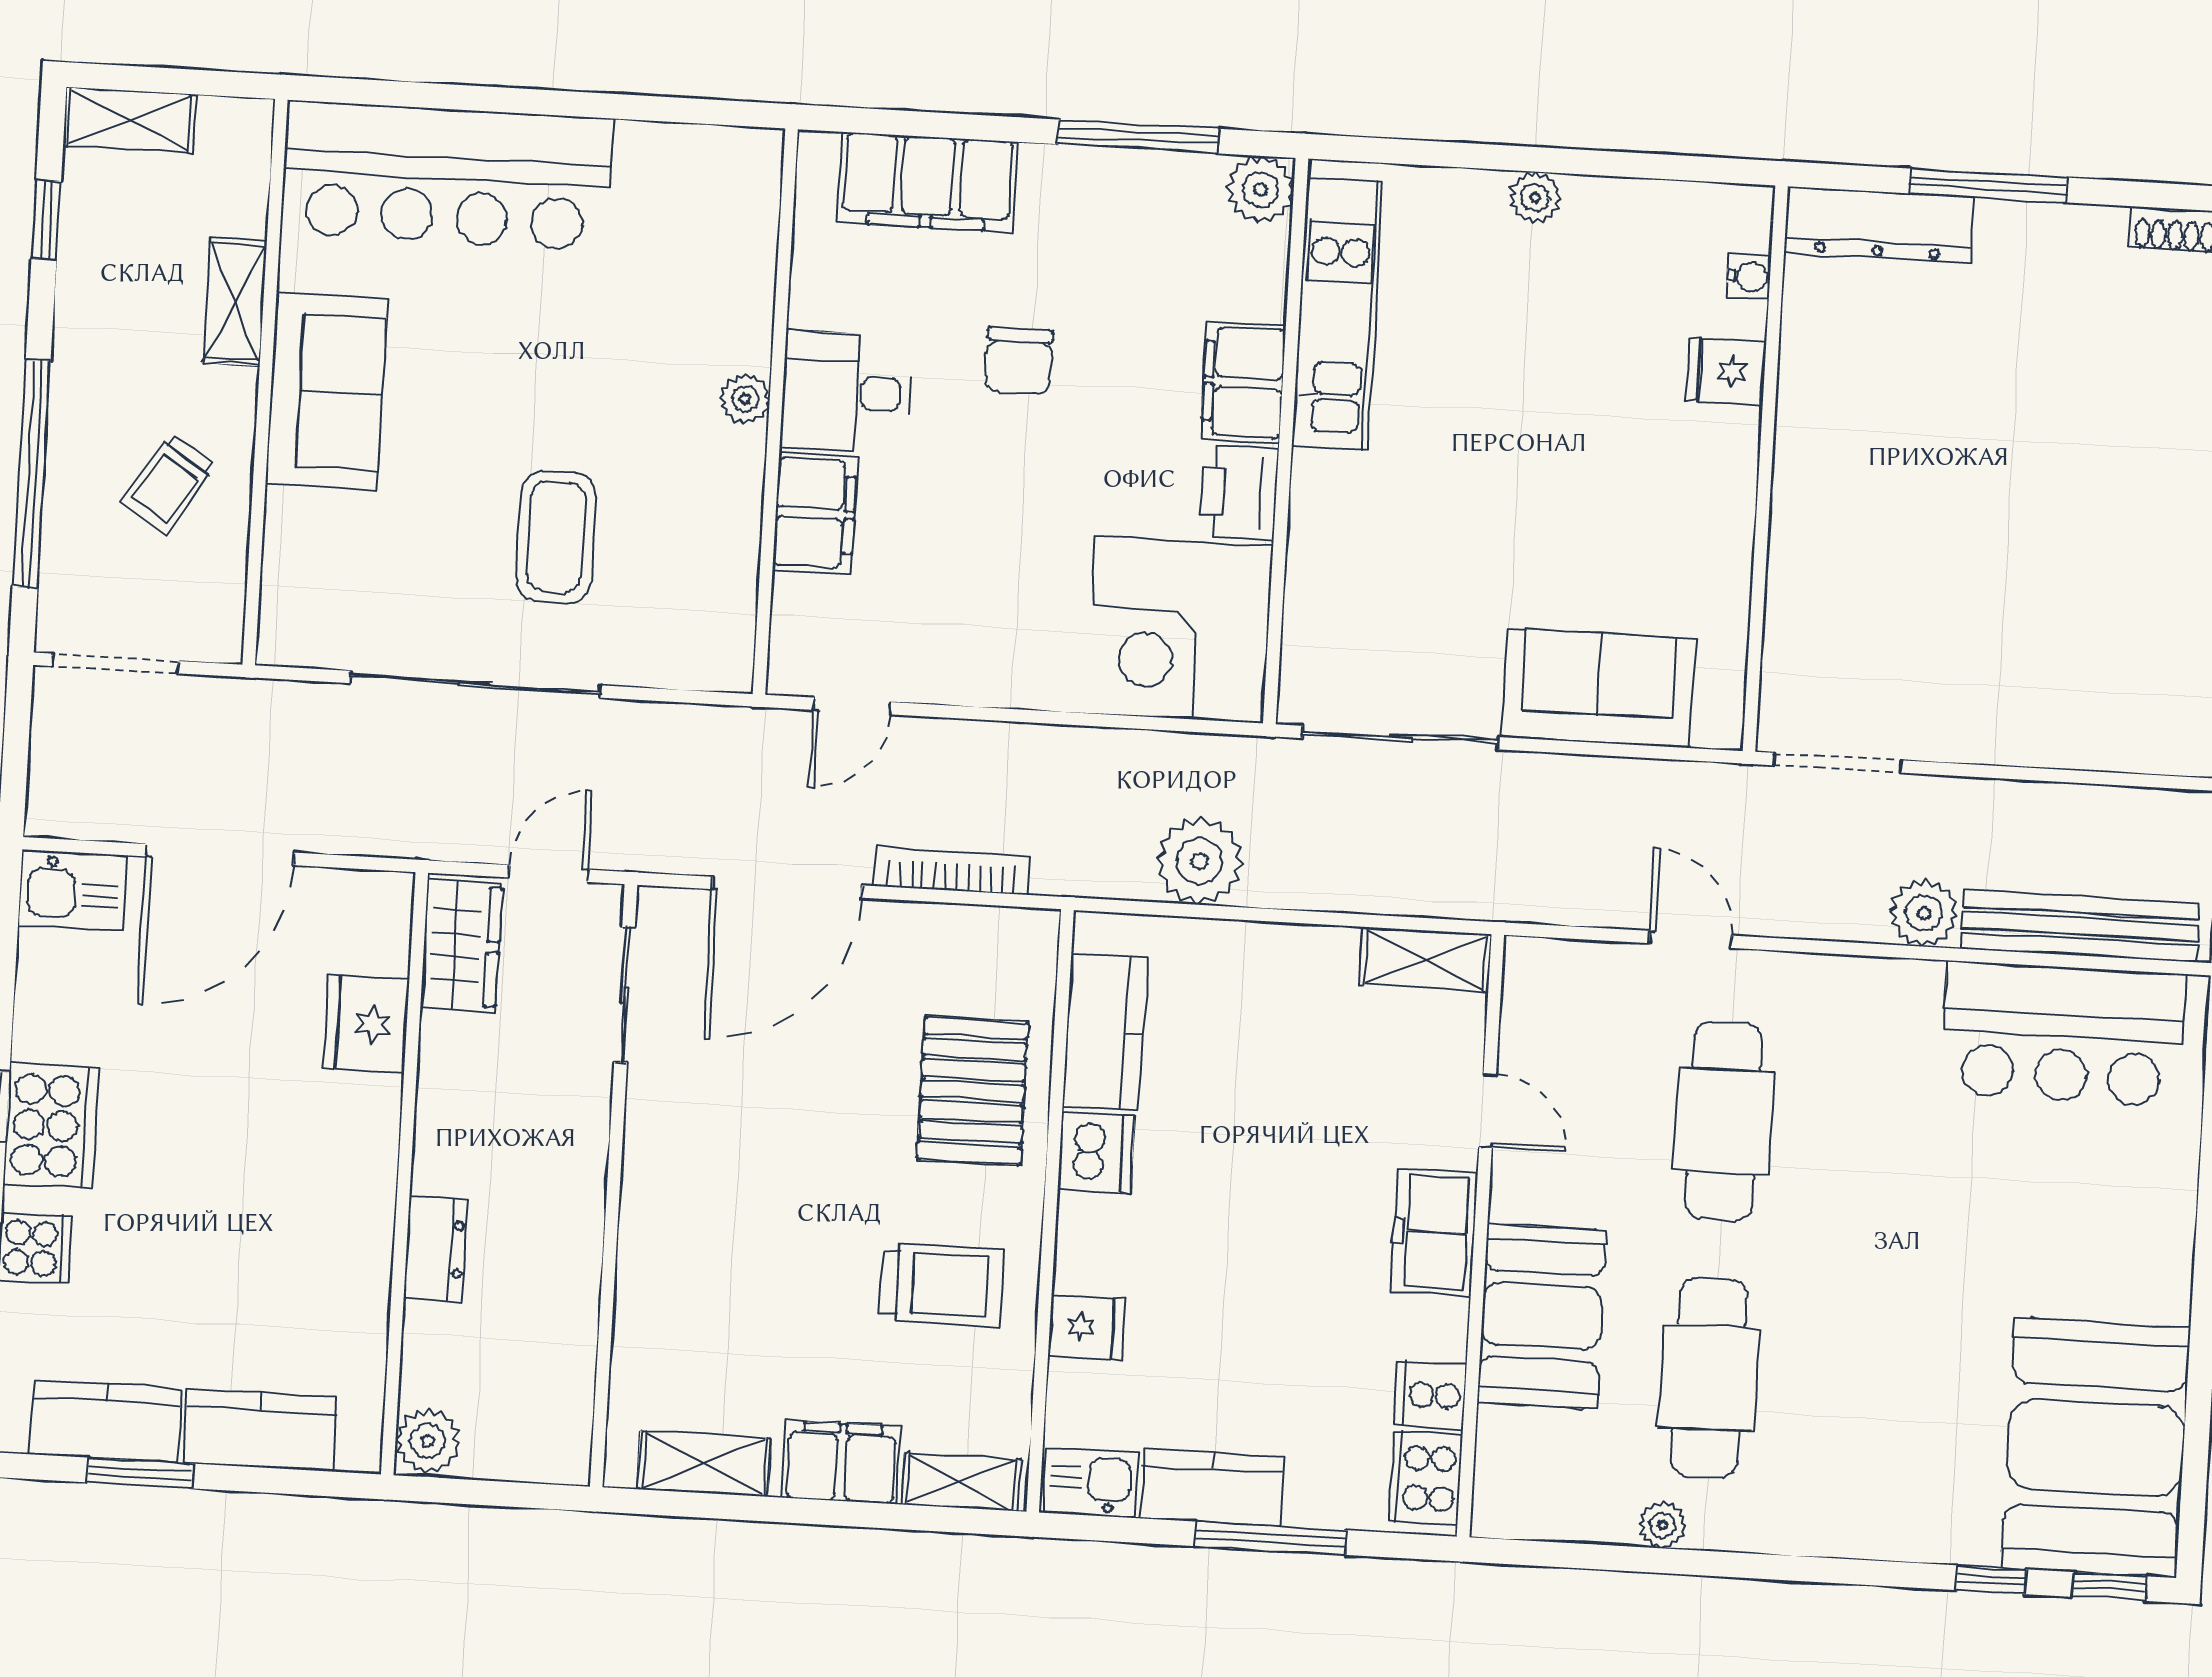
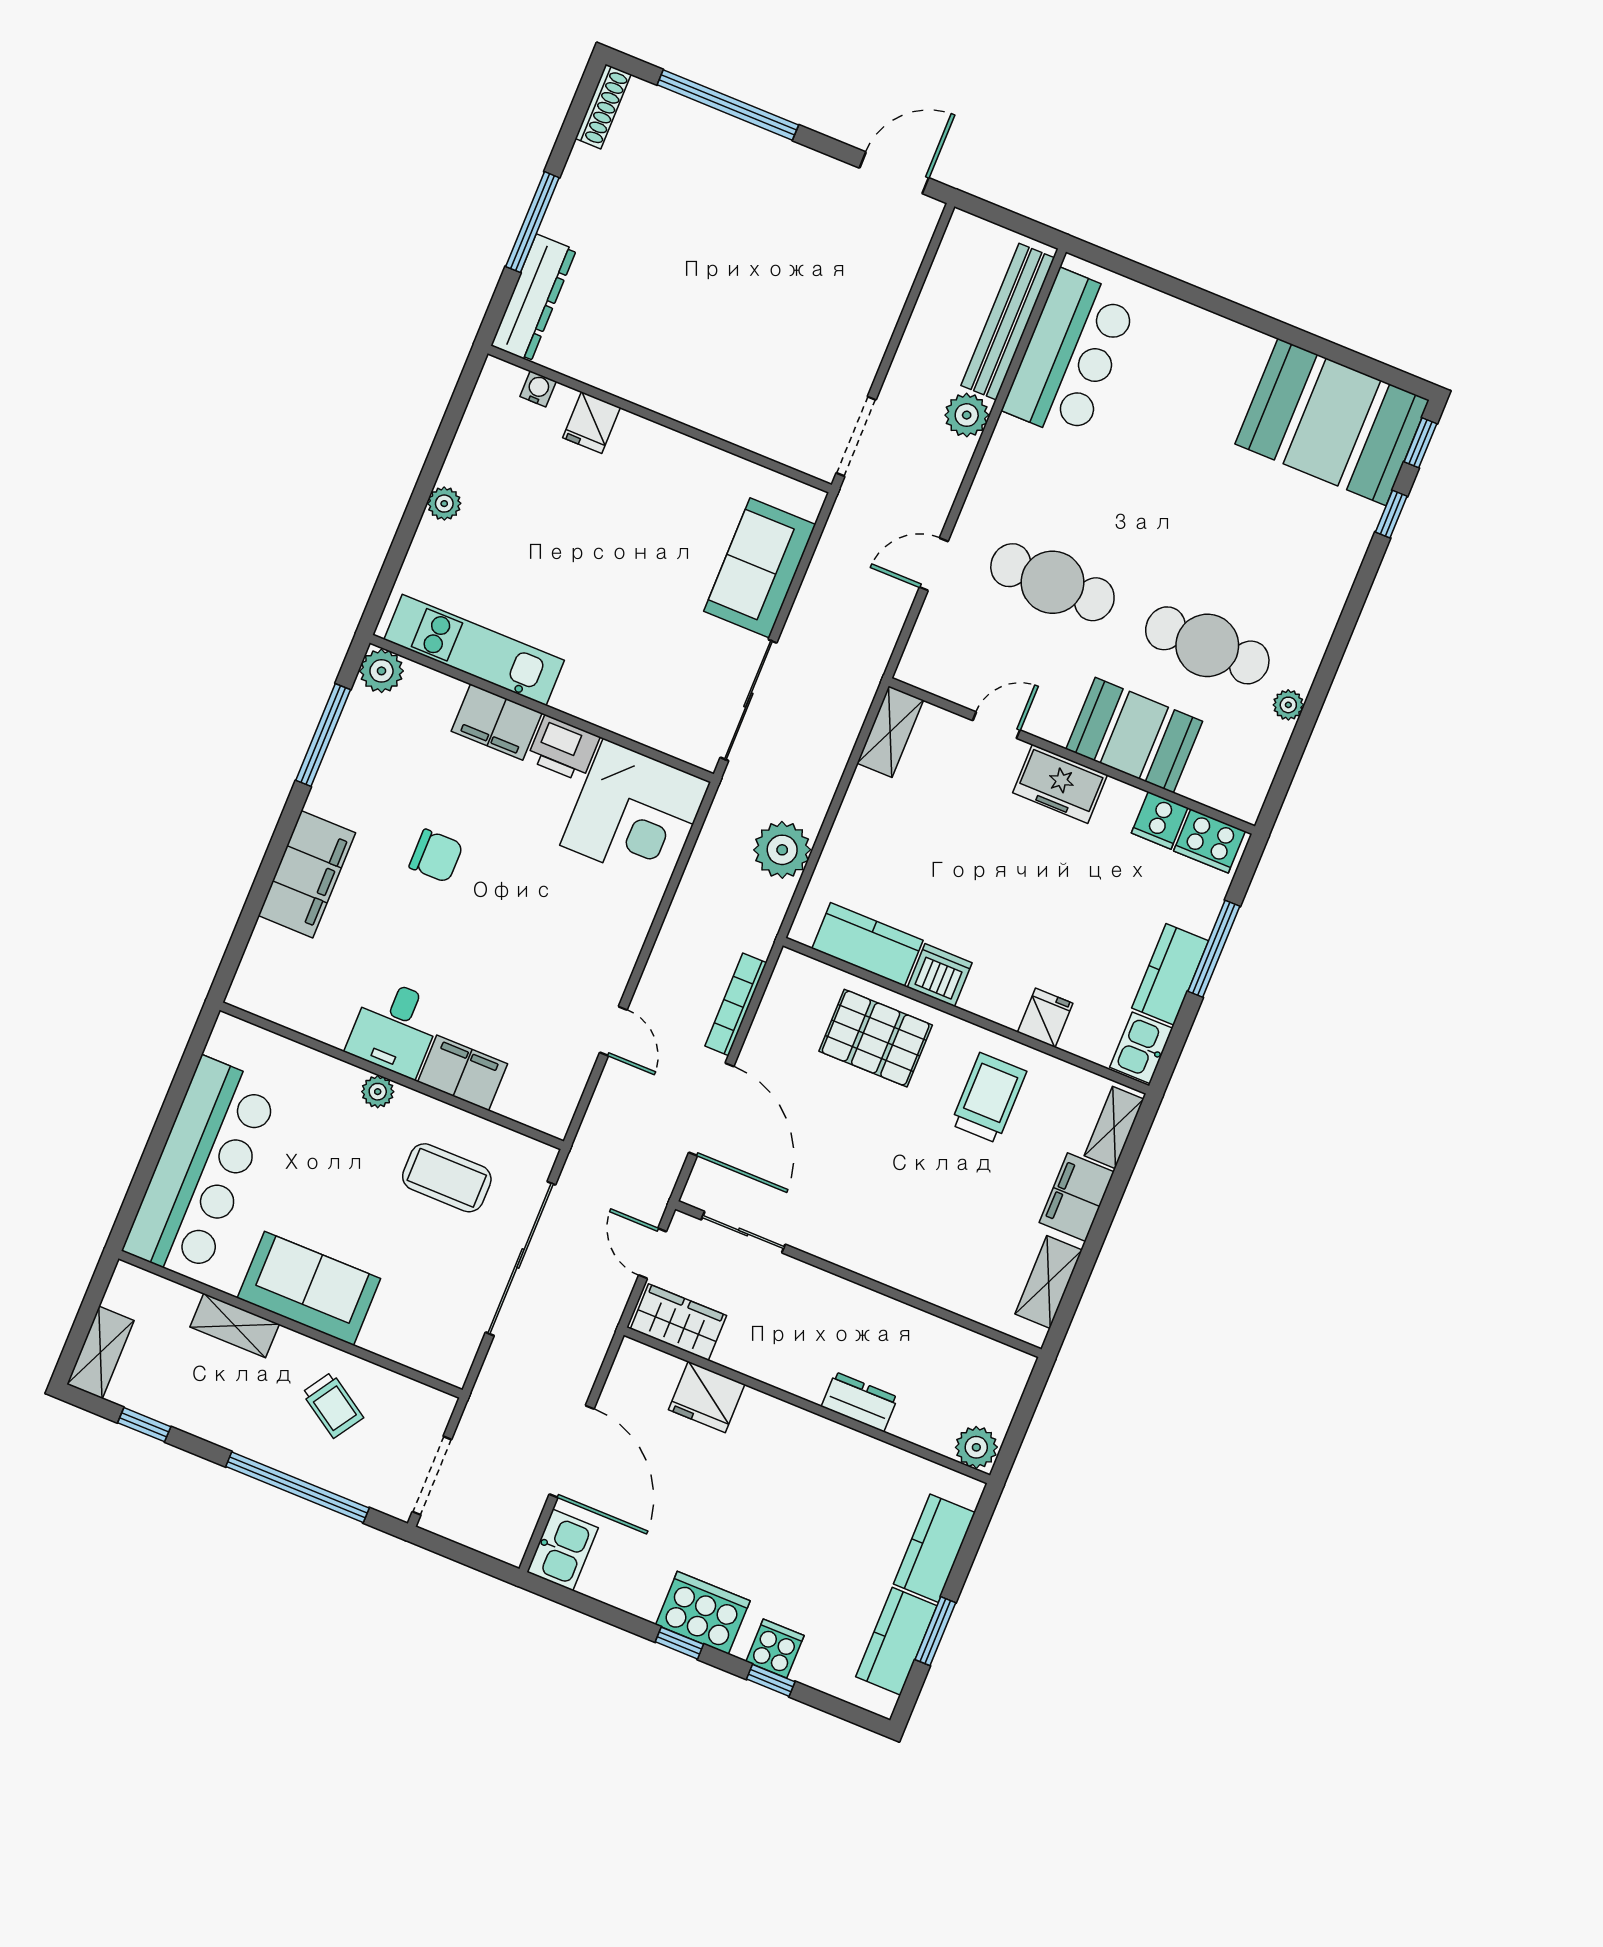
desk: (846, 392) -> (395, 1028), moved
plant: (745, 399) -> (378, 1092), moved
wall: (775, 412) -> (392, 1076), moved
filing cabinet: (815, 513) -> (463, 1073), moved

